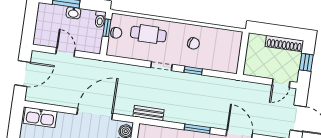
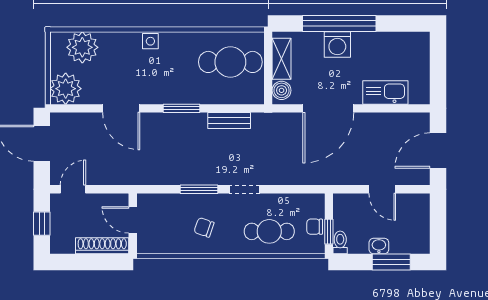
shoe rack: (284, 43) -> (102, 246), moved
door: (242, 56) -> (133, 220), added
window: (193, 71) -> (199, 189), width x1.50
bench: (149, 113) -> (229, 120), moved
kitchen sink: (40, 117) -> (385, 92), moved

